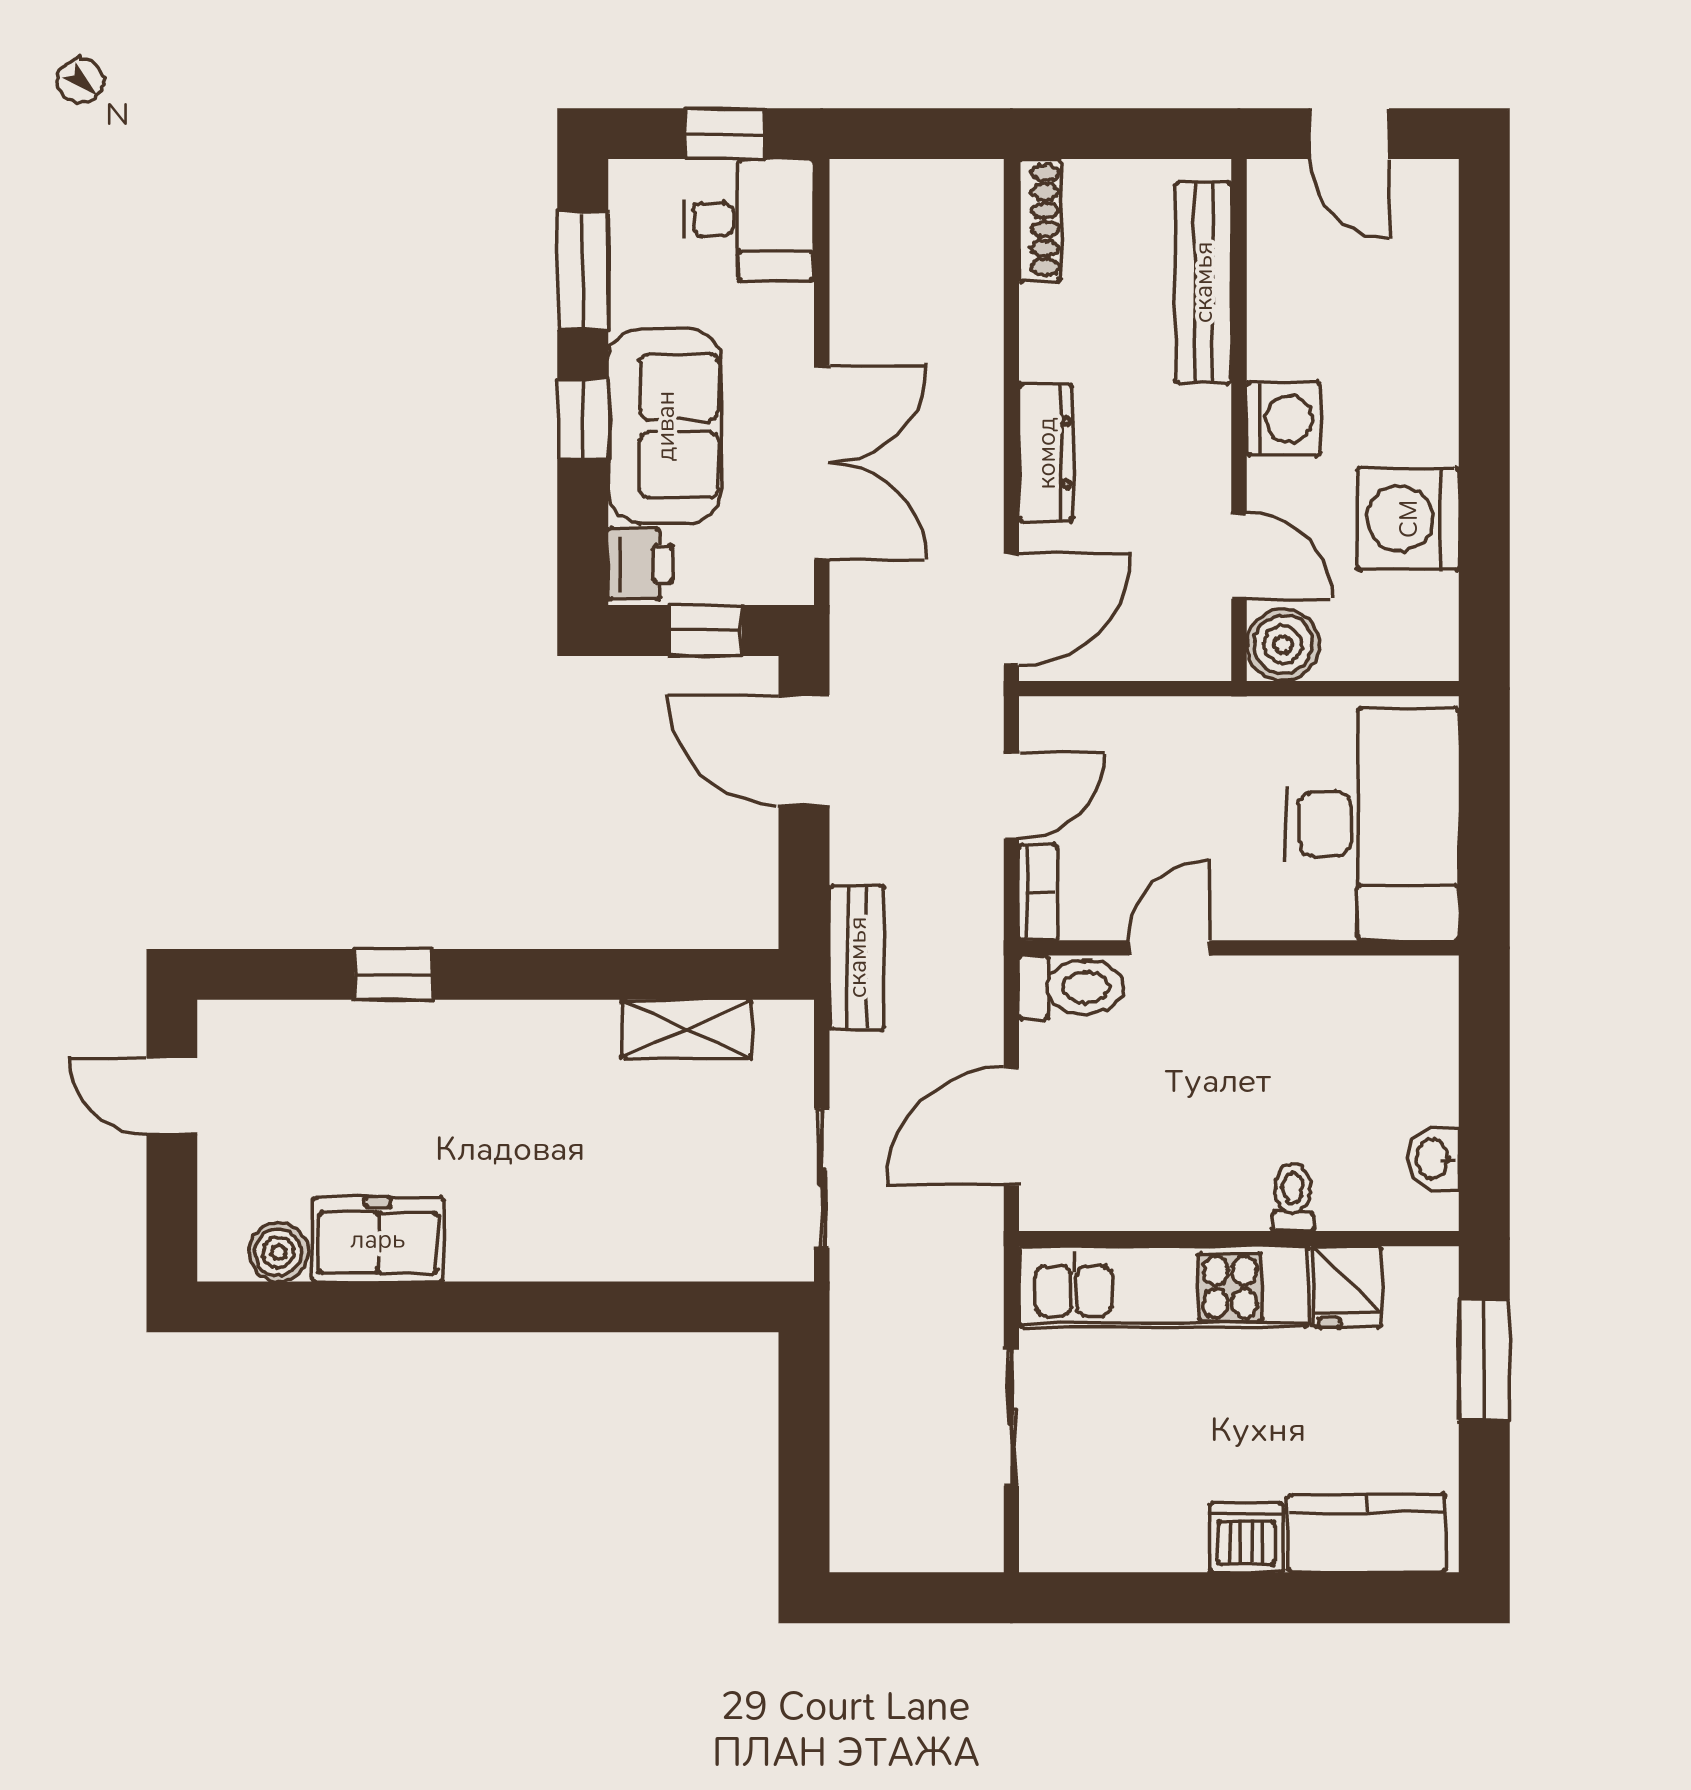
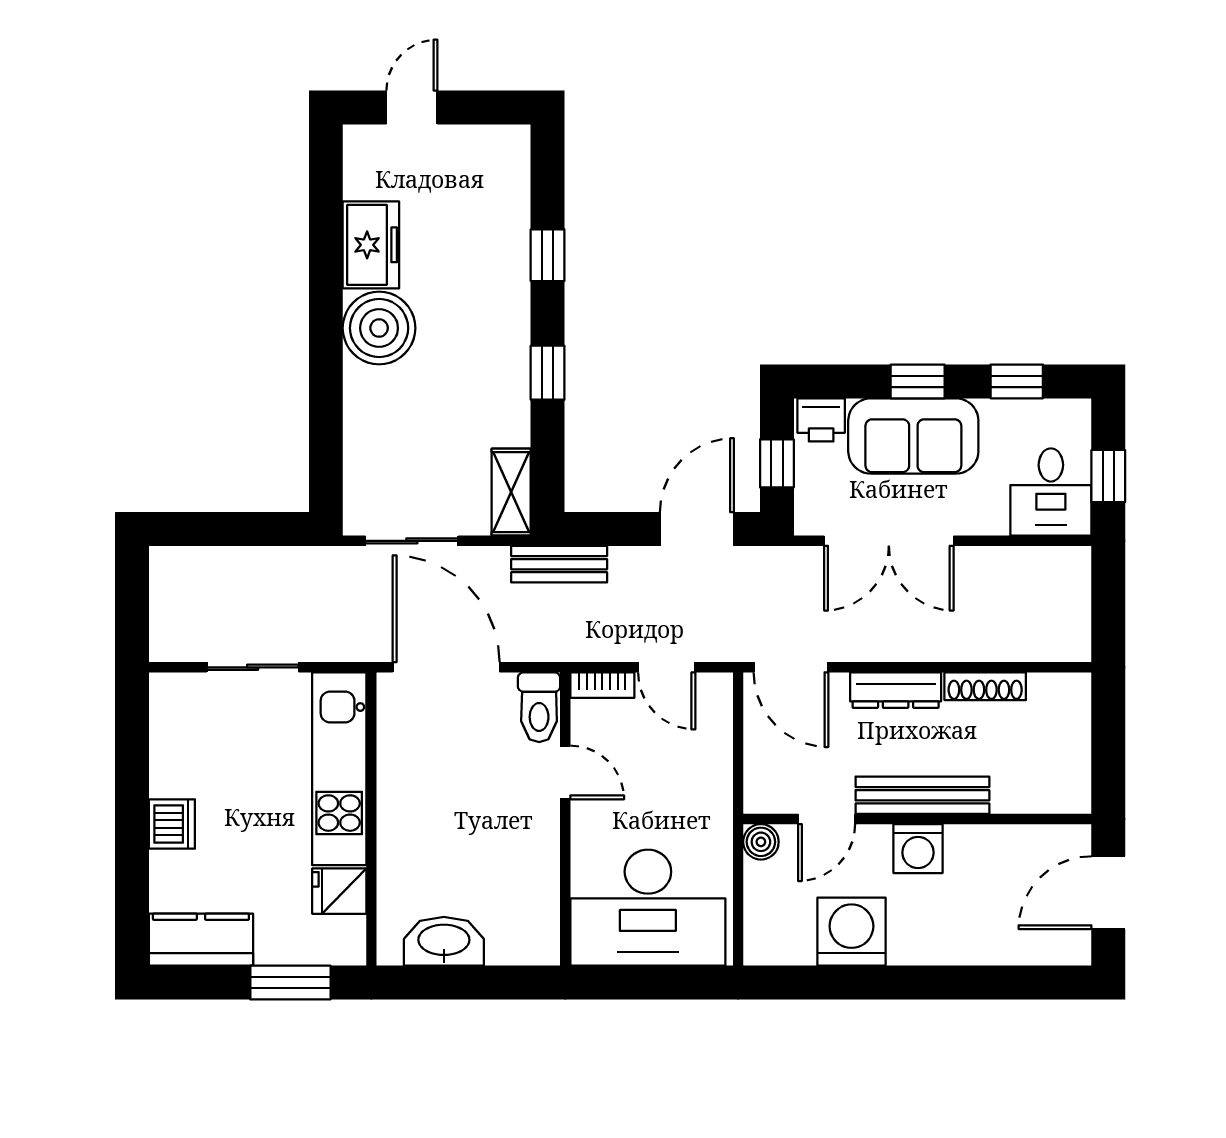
door: (1349, 134) -> (1108, 893), width x1.38
shoe rack: (1040, 220) -> (985, 686), moved
window: (583, 271) -> (1017, 381), width x0.67
bench: (1203, 282) -> (922, 795), moved
boiler: (1283, 645) -> (761, 842), width x0.73, depth x0.73
window: (570, 974) -> (548, 373), added
shelving: (686, 1029) -> (511, 492), moved
door: (172, 1096) -> (412, 107), moved
door: (1011, 1127) -> (446, 667), width x1.36
washbasin: (1434, 1159) -> (444, 941), width x1.91, depth x1.45
toilet: (1293, 1197) -> (399, 855), removed
boiler: (278, 1252) -> (379, 328), moved, width x1.86, depth x1.86
kitchen counter: (1367, 1533) -> (201, 940), moved, turned -90

